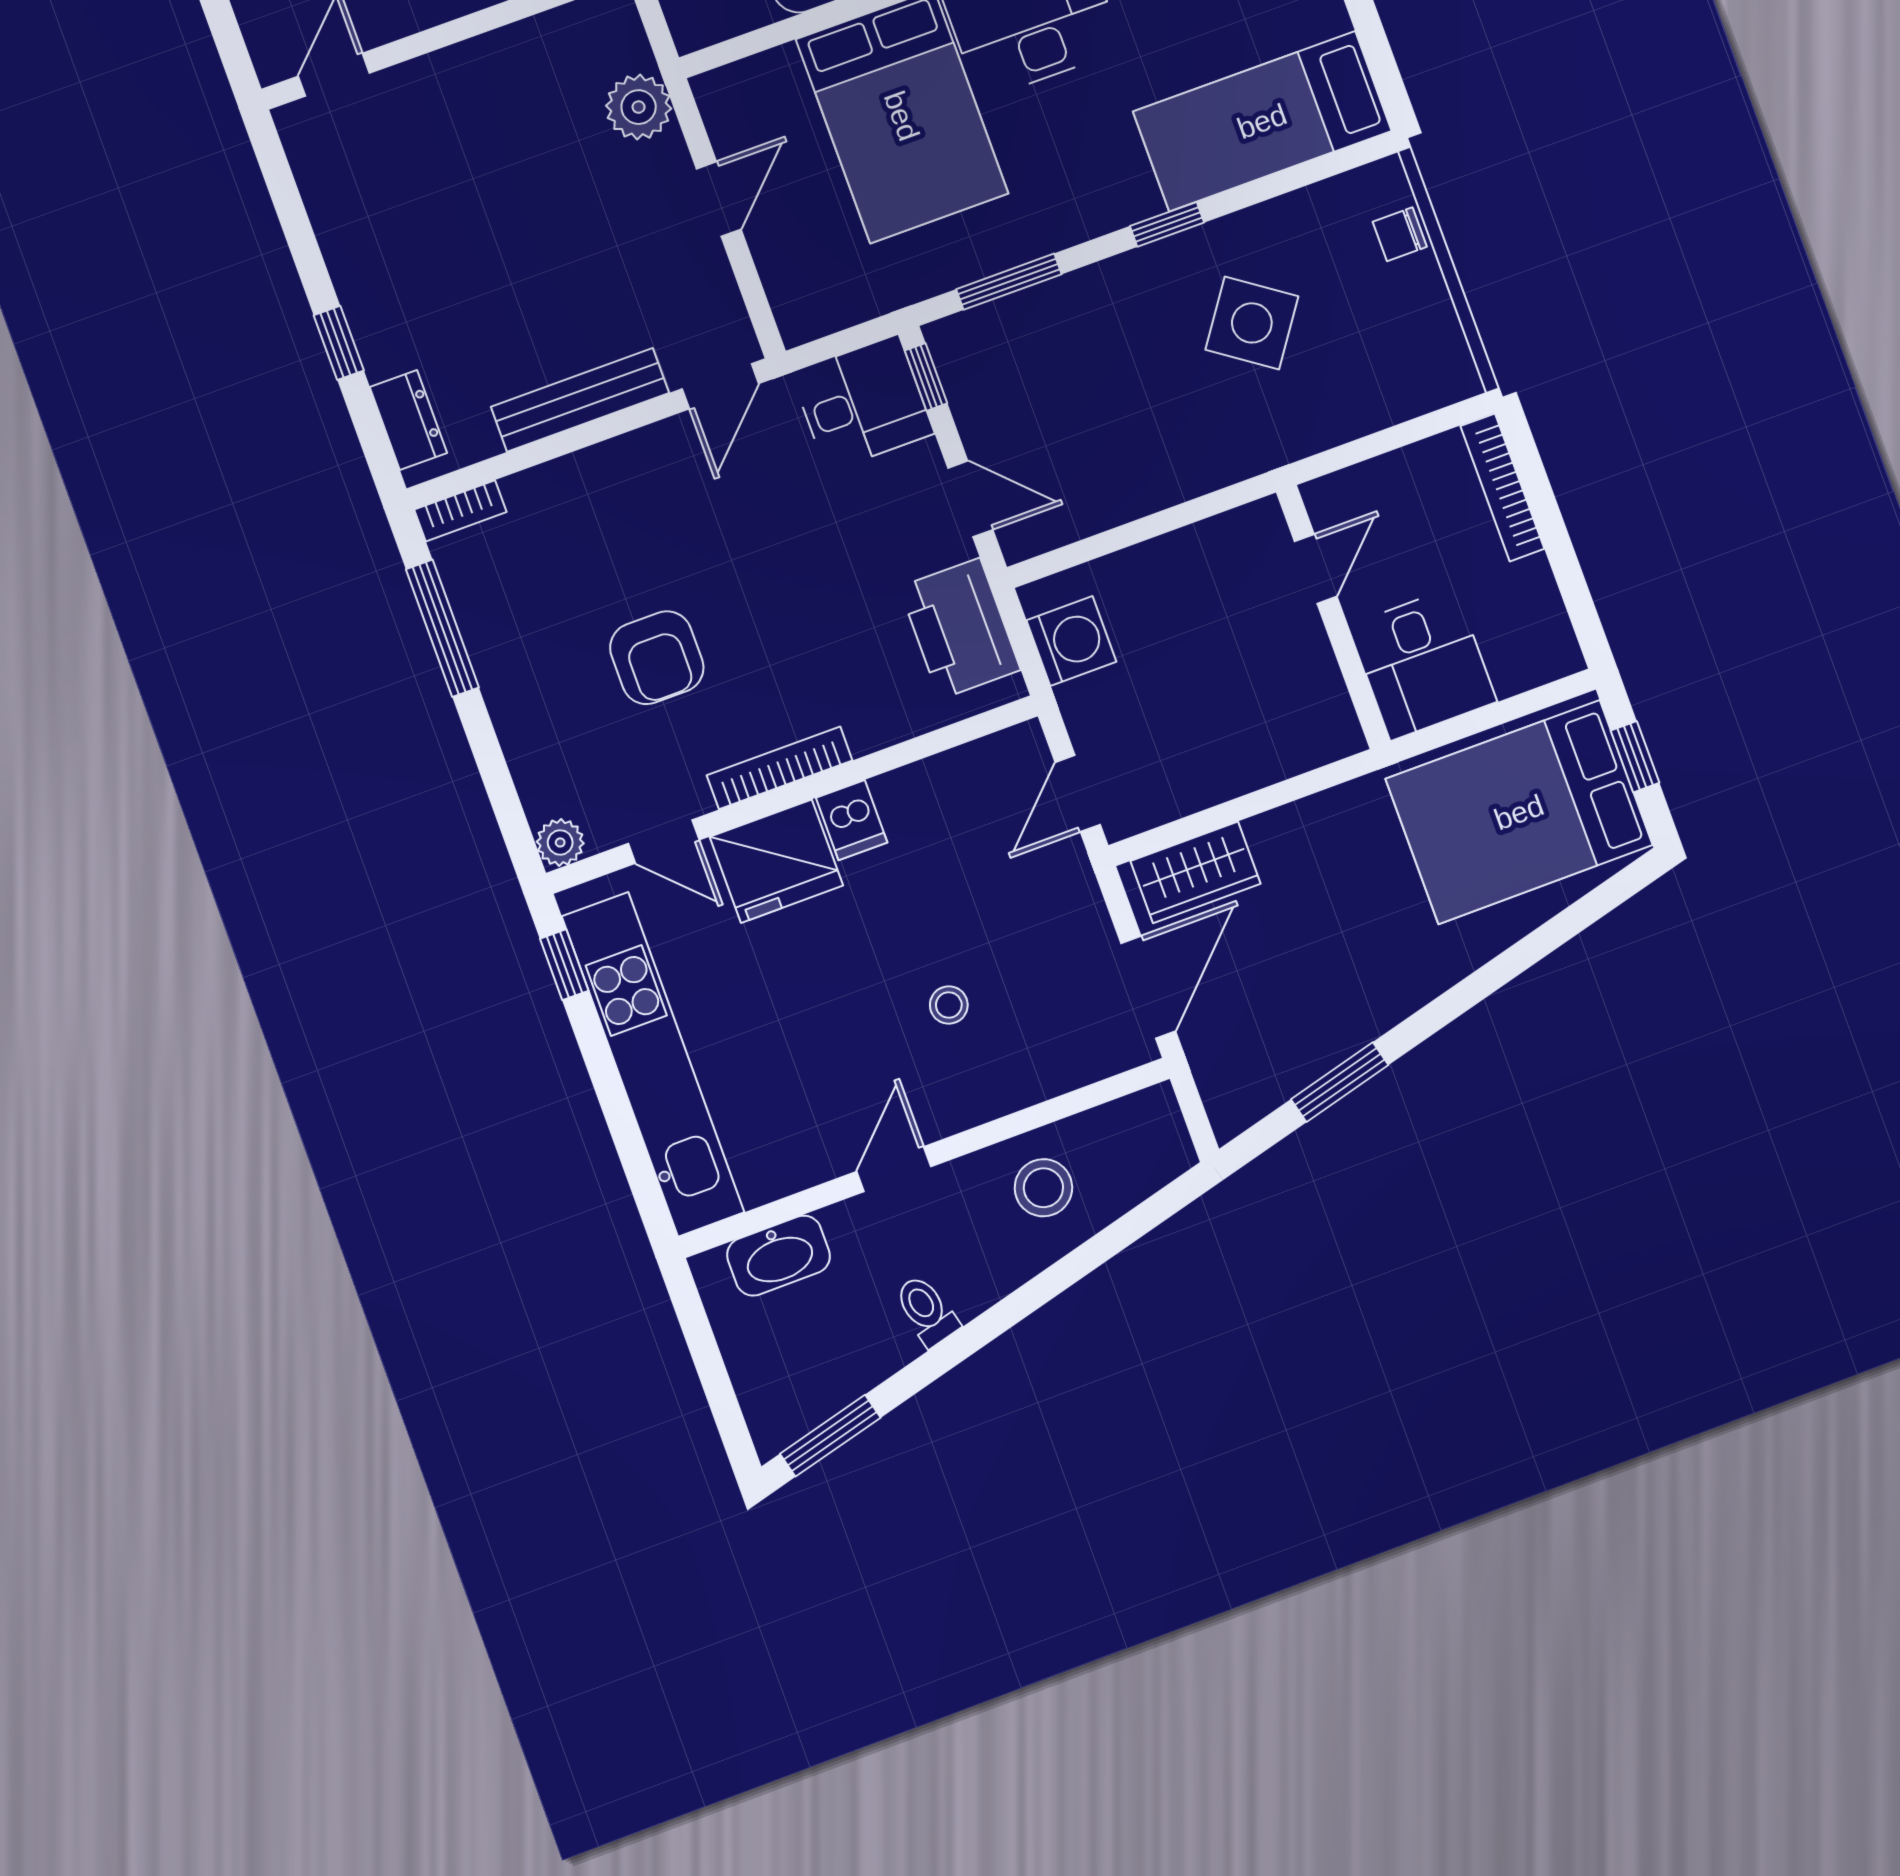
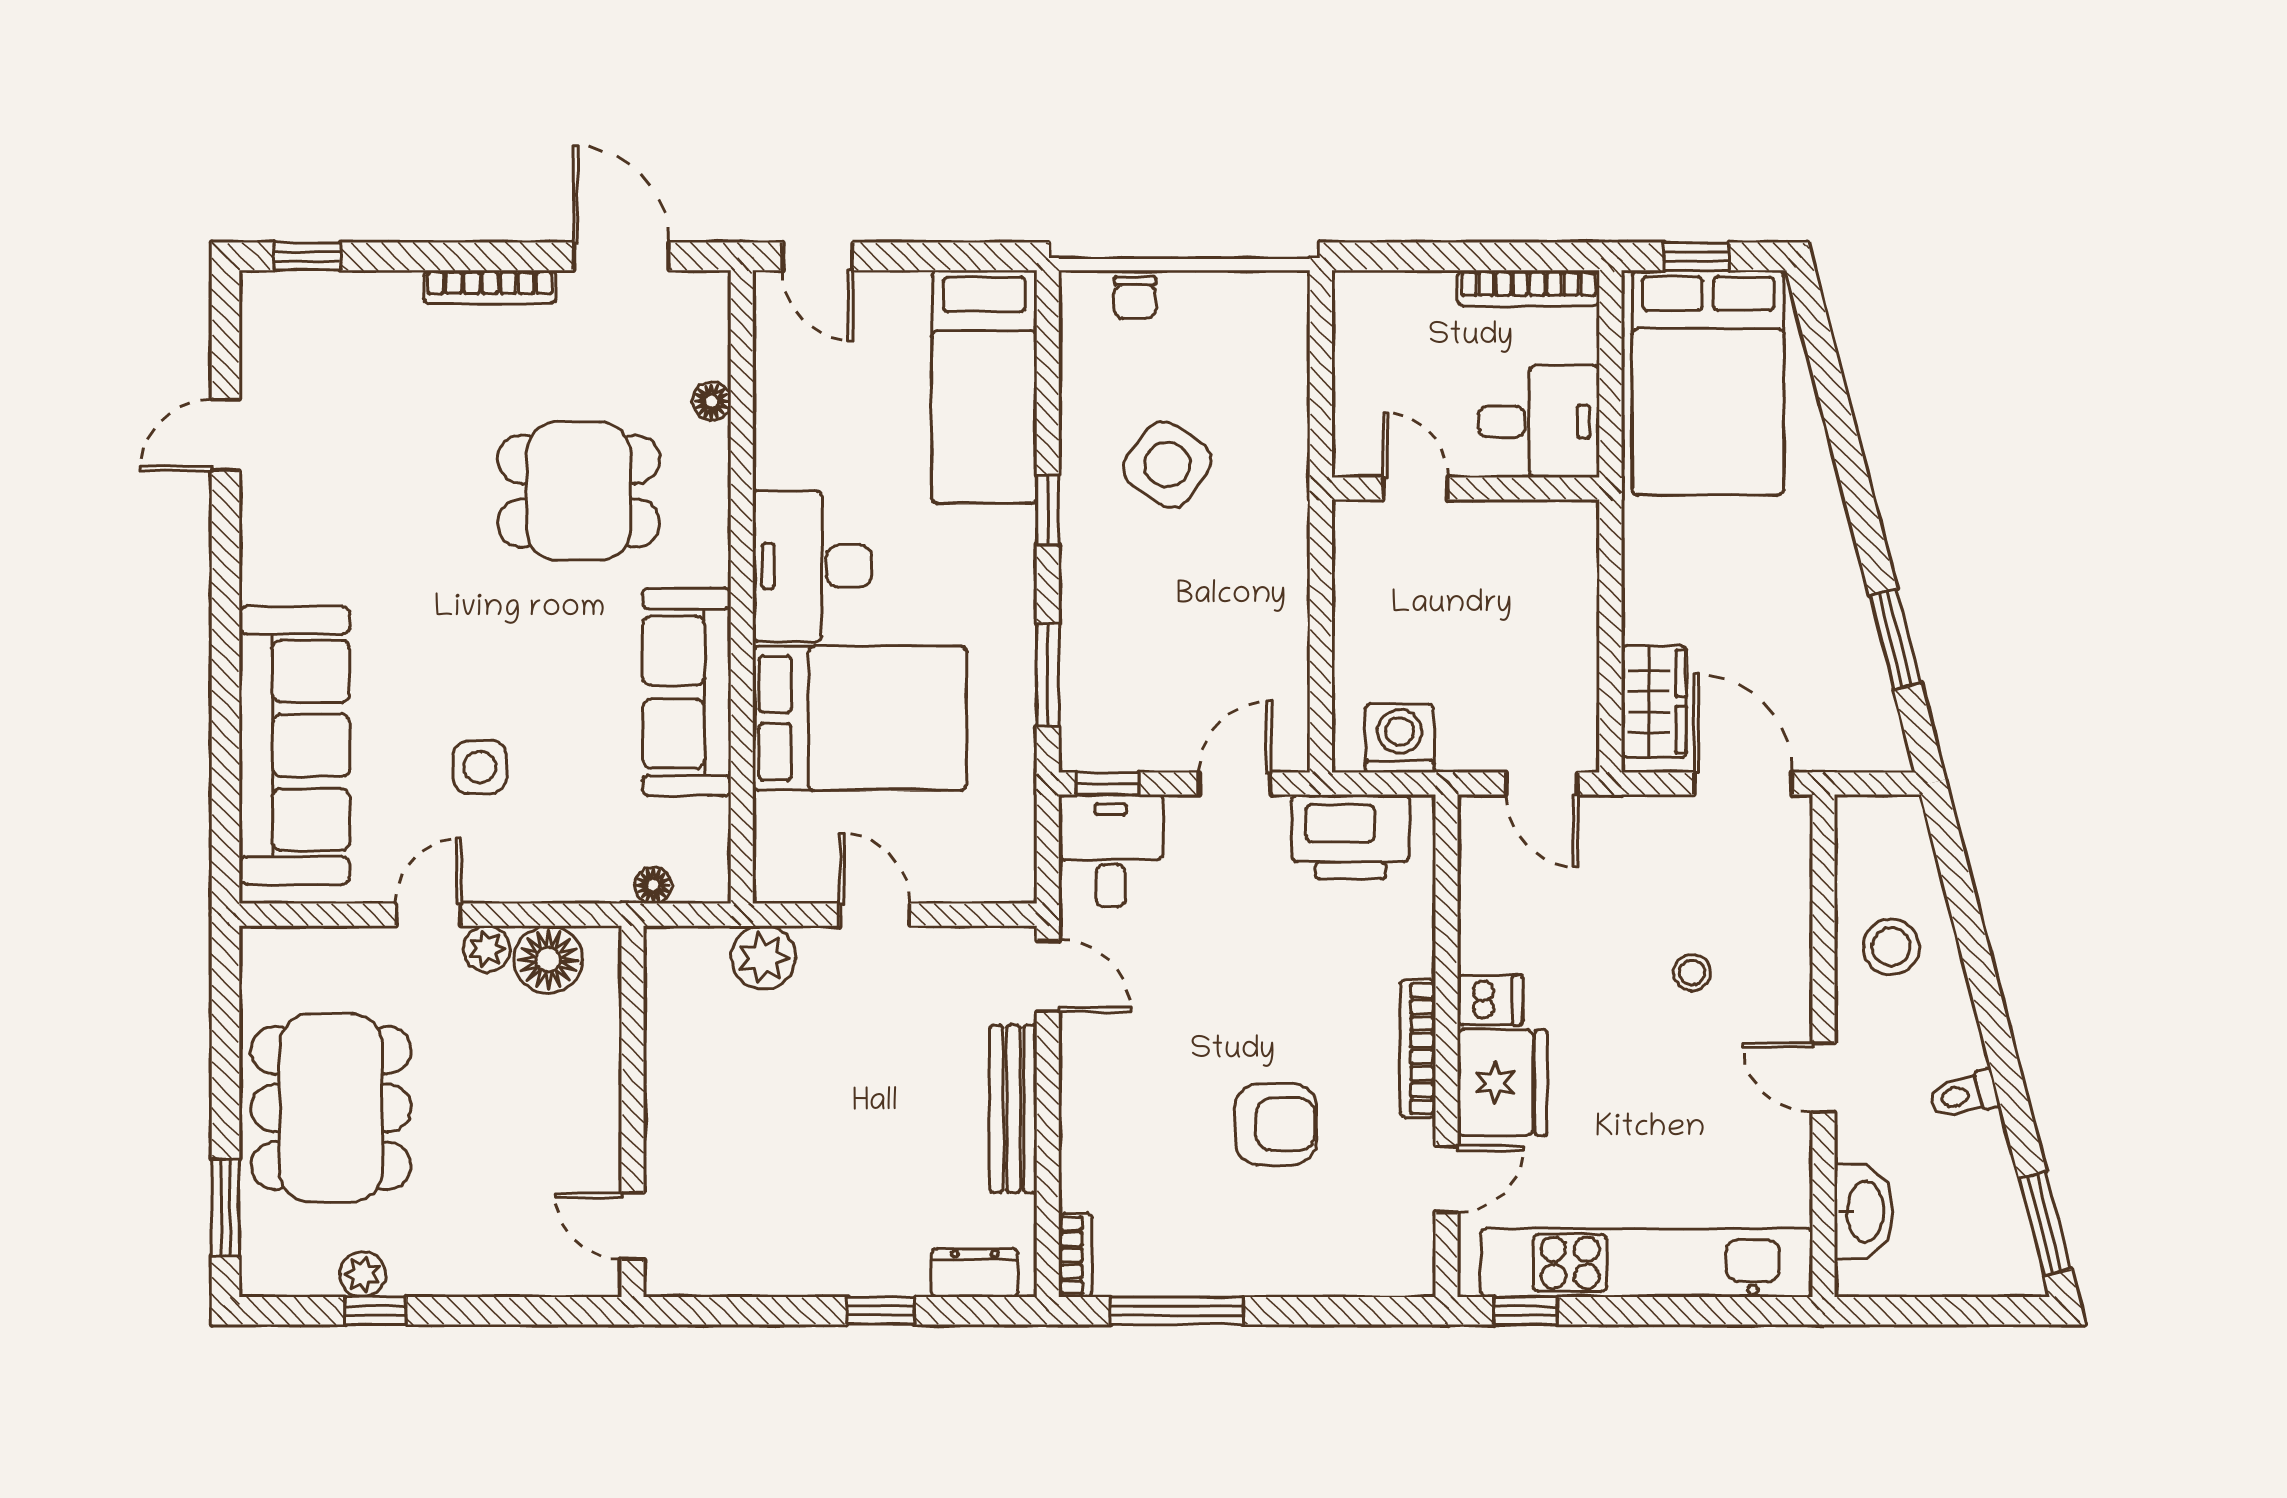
bookcase: (1502, 487) -> (1529, 288), moved
plant: (560, 842) -> (1413, 1274), removed

